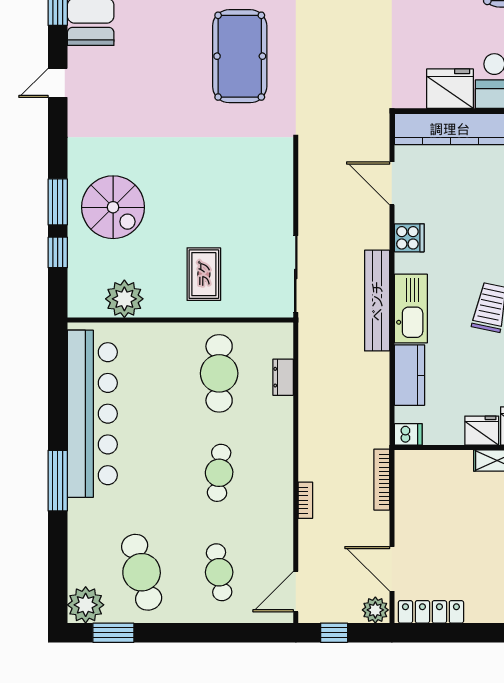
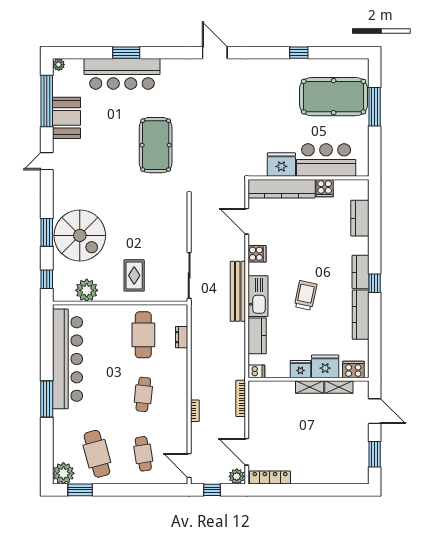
spiral stairs: (113, 207) -> (80, 235), width x1.37, depth x1.37
window: (58, 252) -> (47, 279), moved
door: (296, 592) -> (189, 465), hinge flipped

